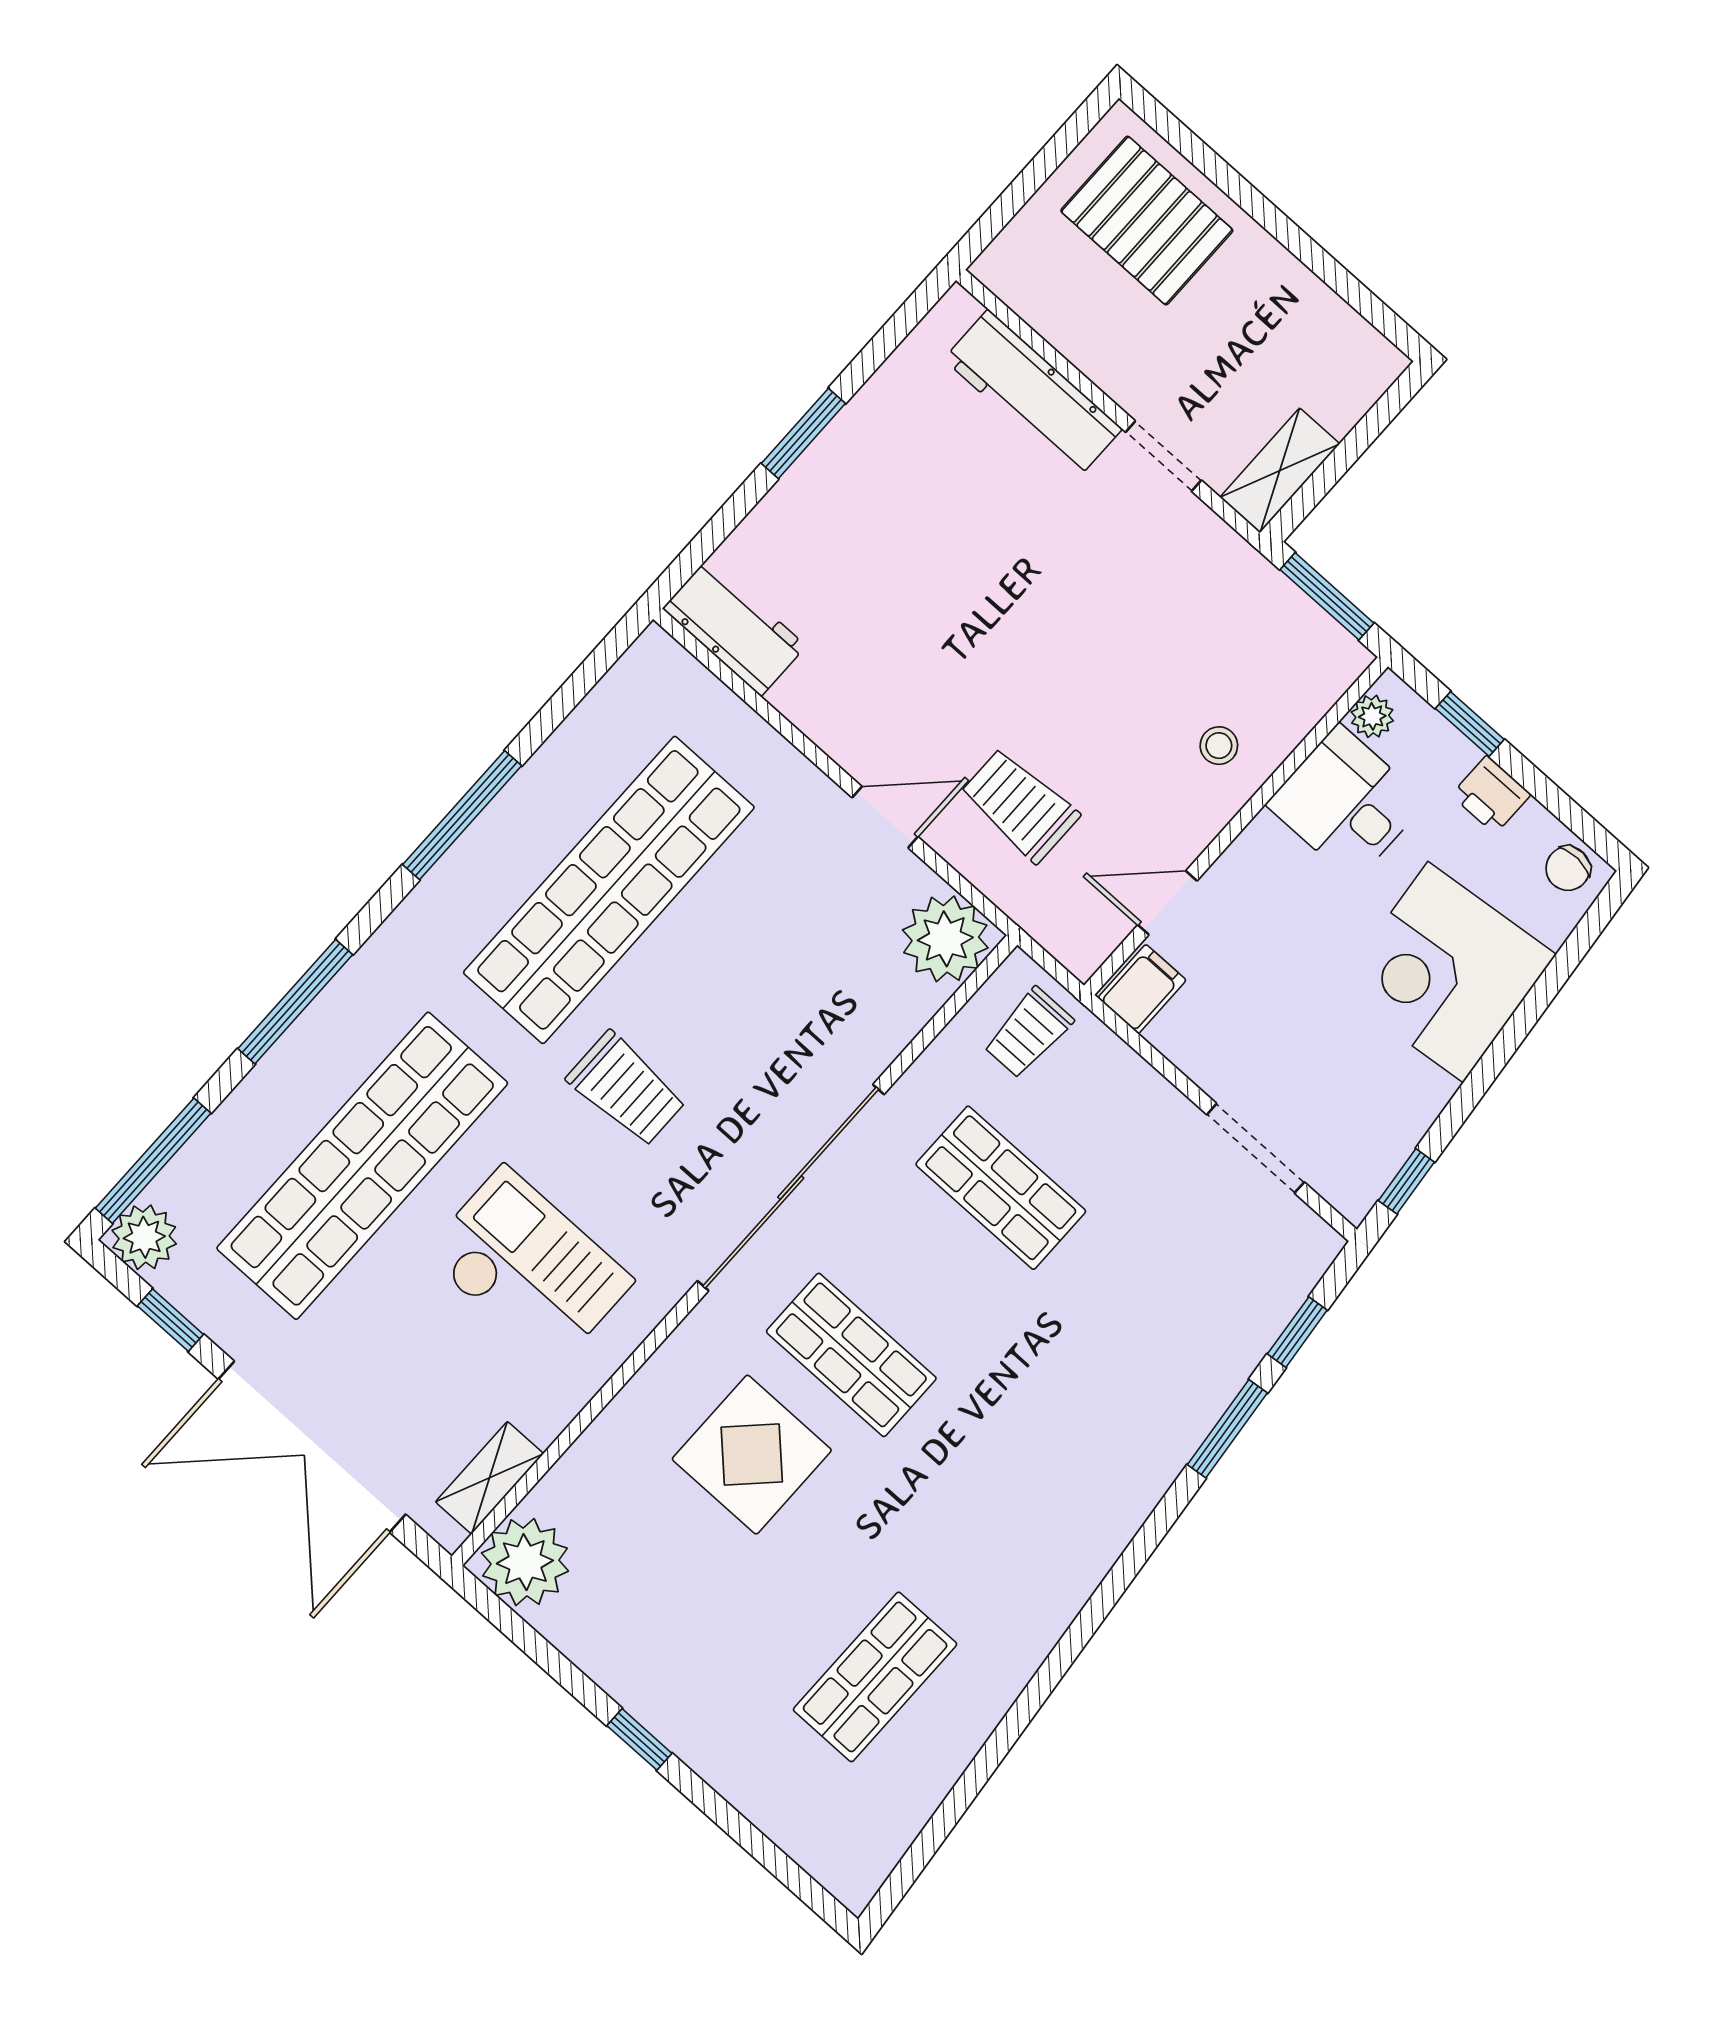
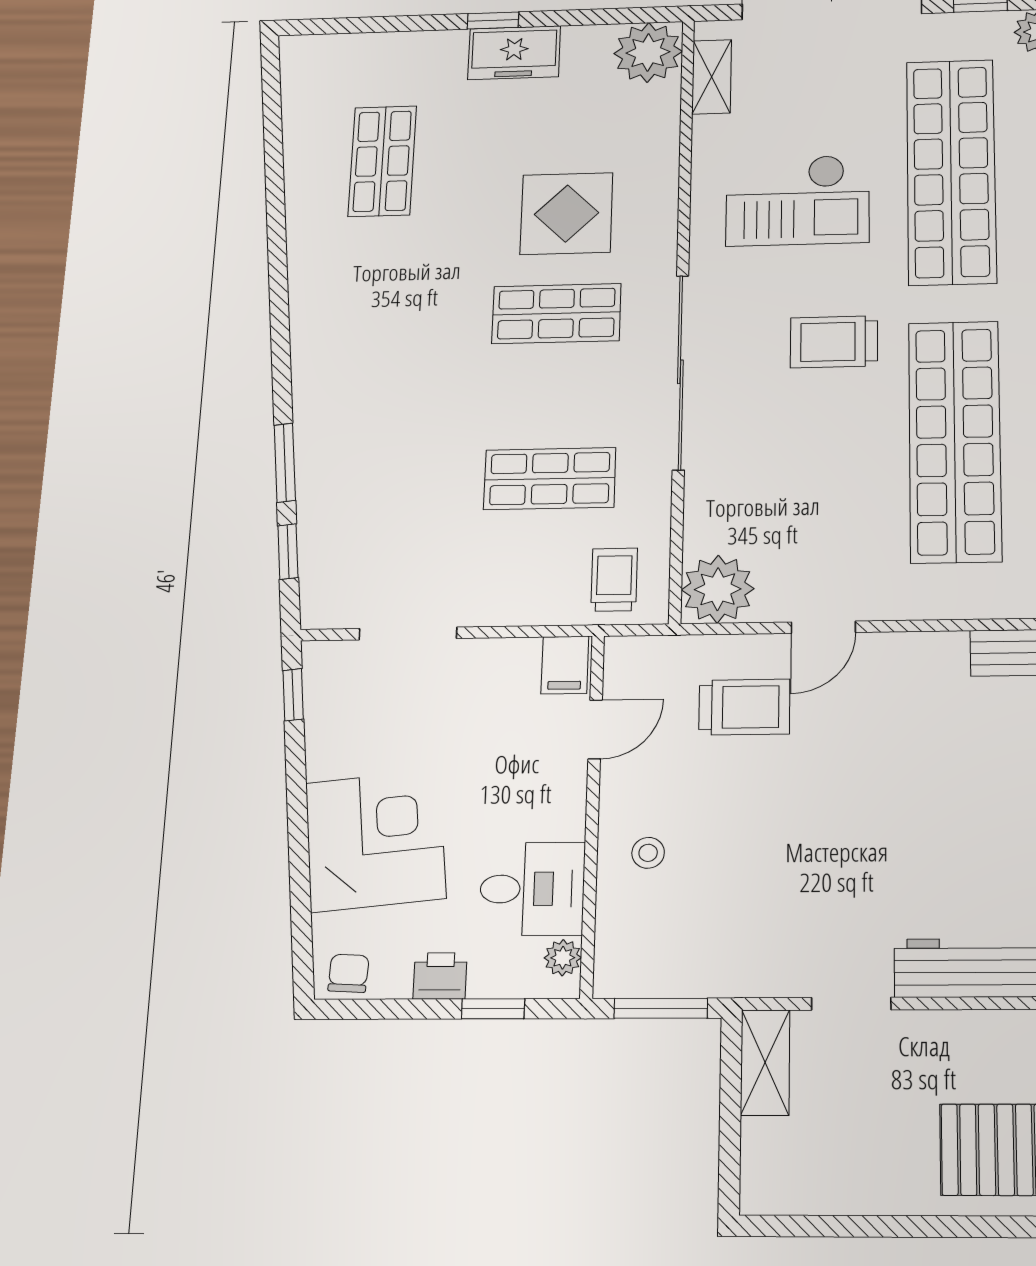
freezer: (650, 1683) -> (514, 53), added

